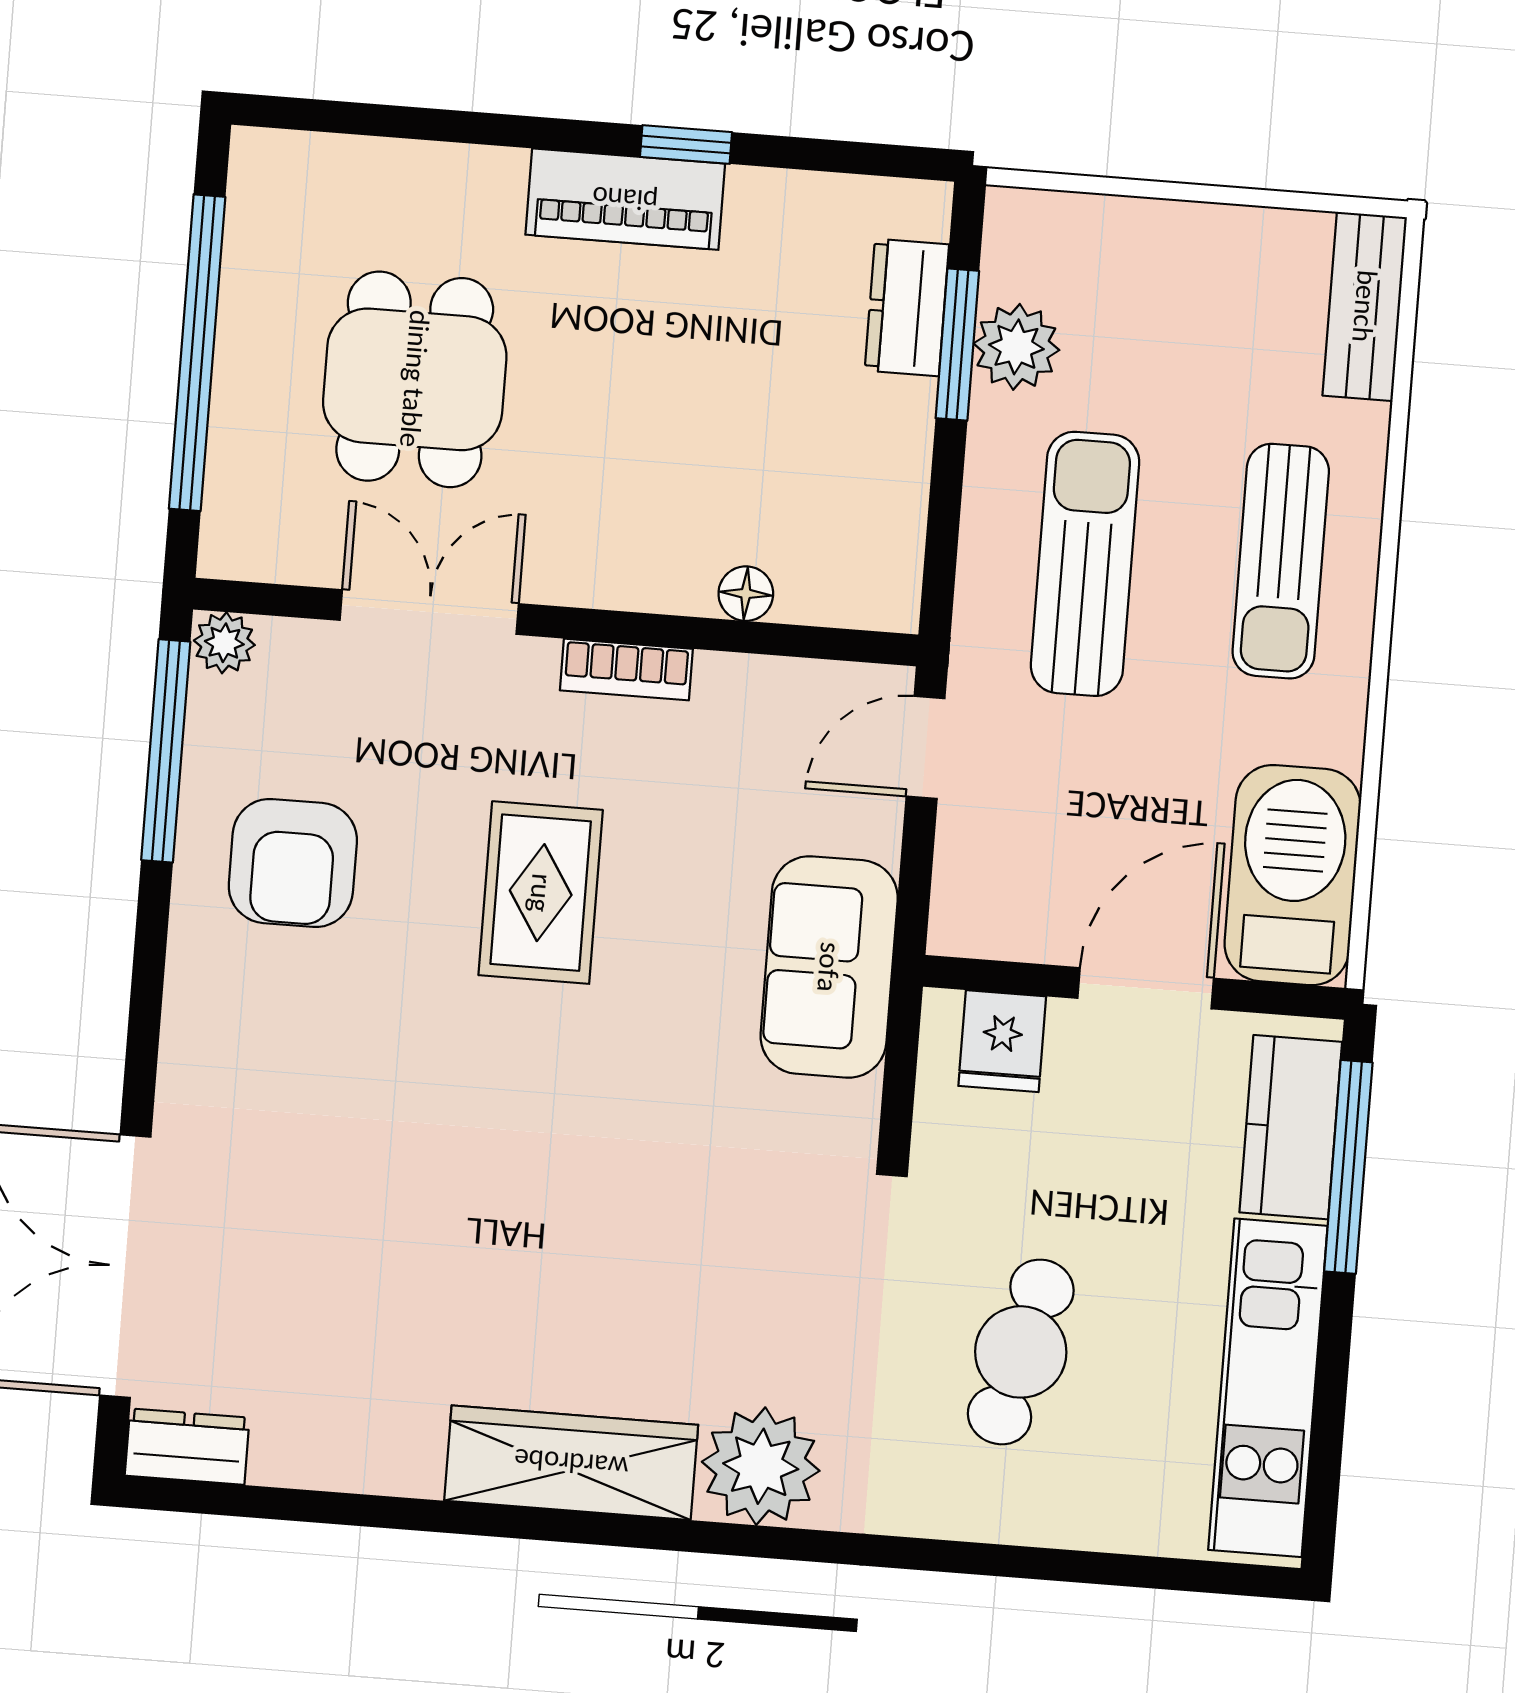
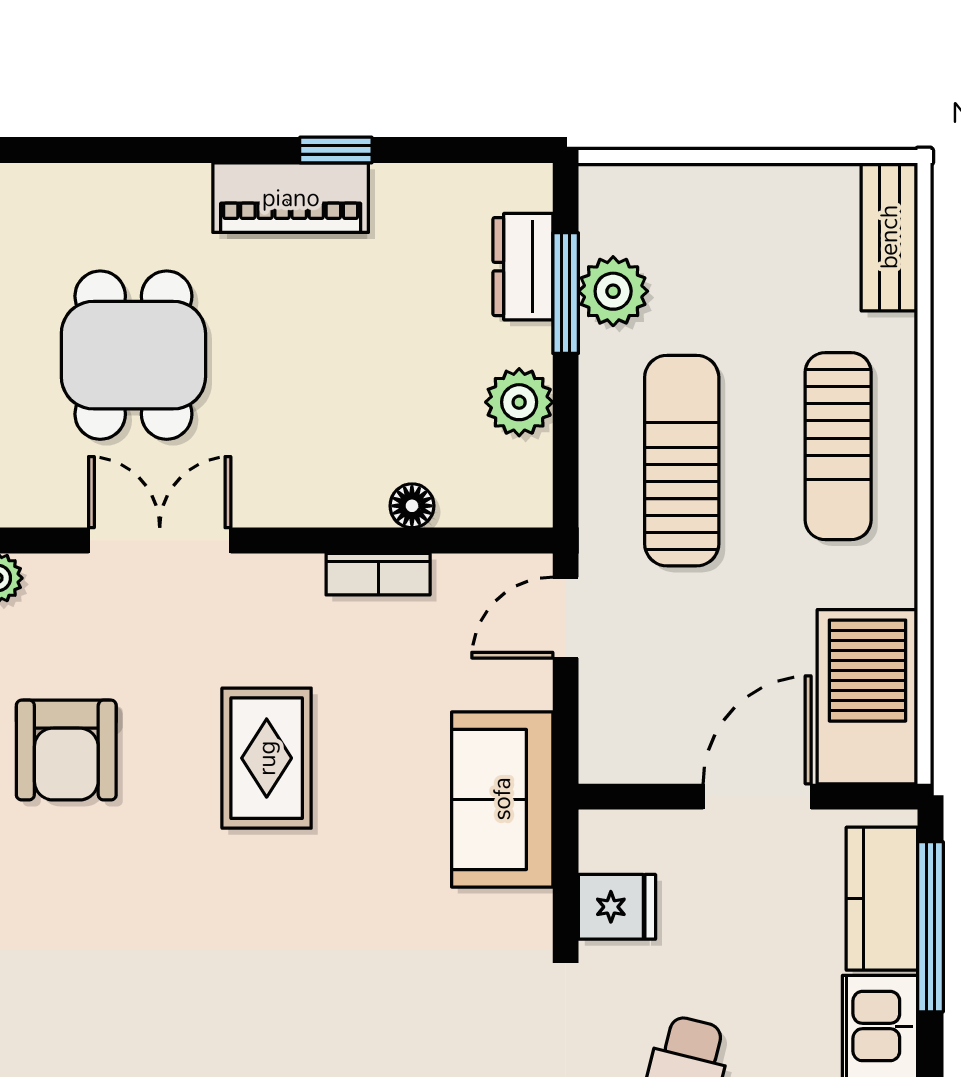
plant: (889, 475) -> (519, 402), added
bookcase: (626, 670) -> (378, 574), moved
fridge: (1002, 1041) -> (617, 907), moved, turned -90

